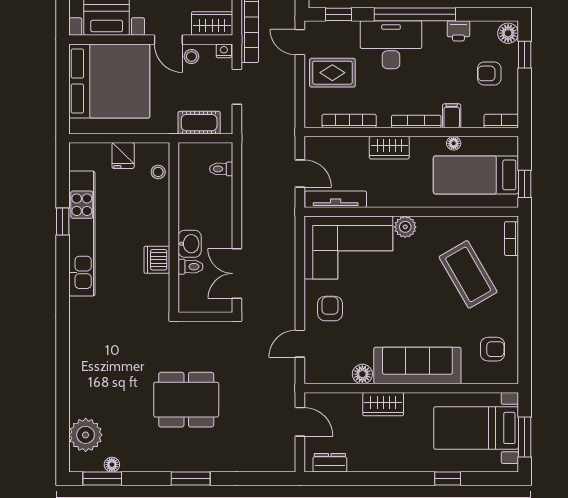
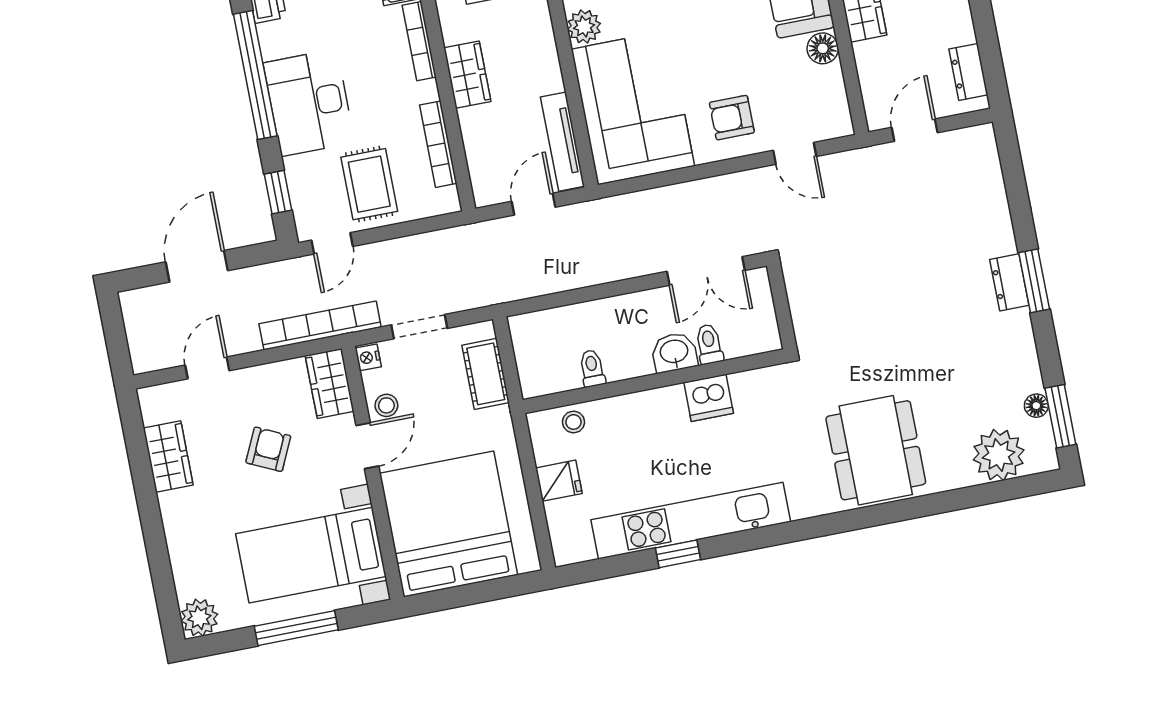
toilet: (221, 169) -> (592, 368), moved, turned 180
dining table: (186, 400) -> (876, 450), moved
dresser: (193, 463) -> (1009, 282), added

